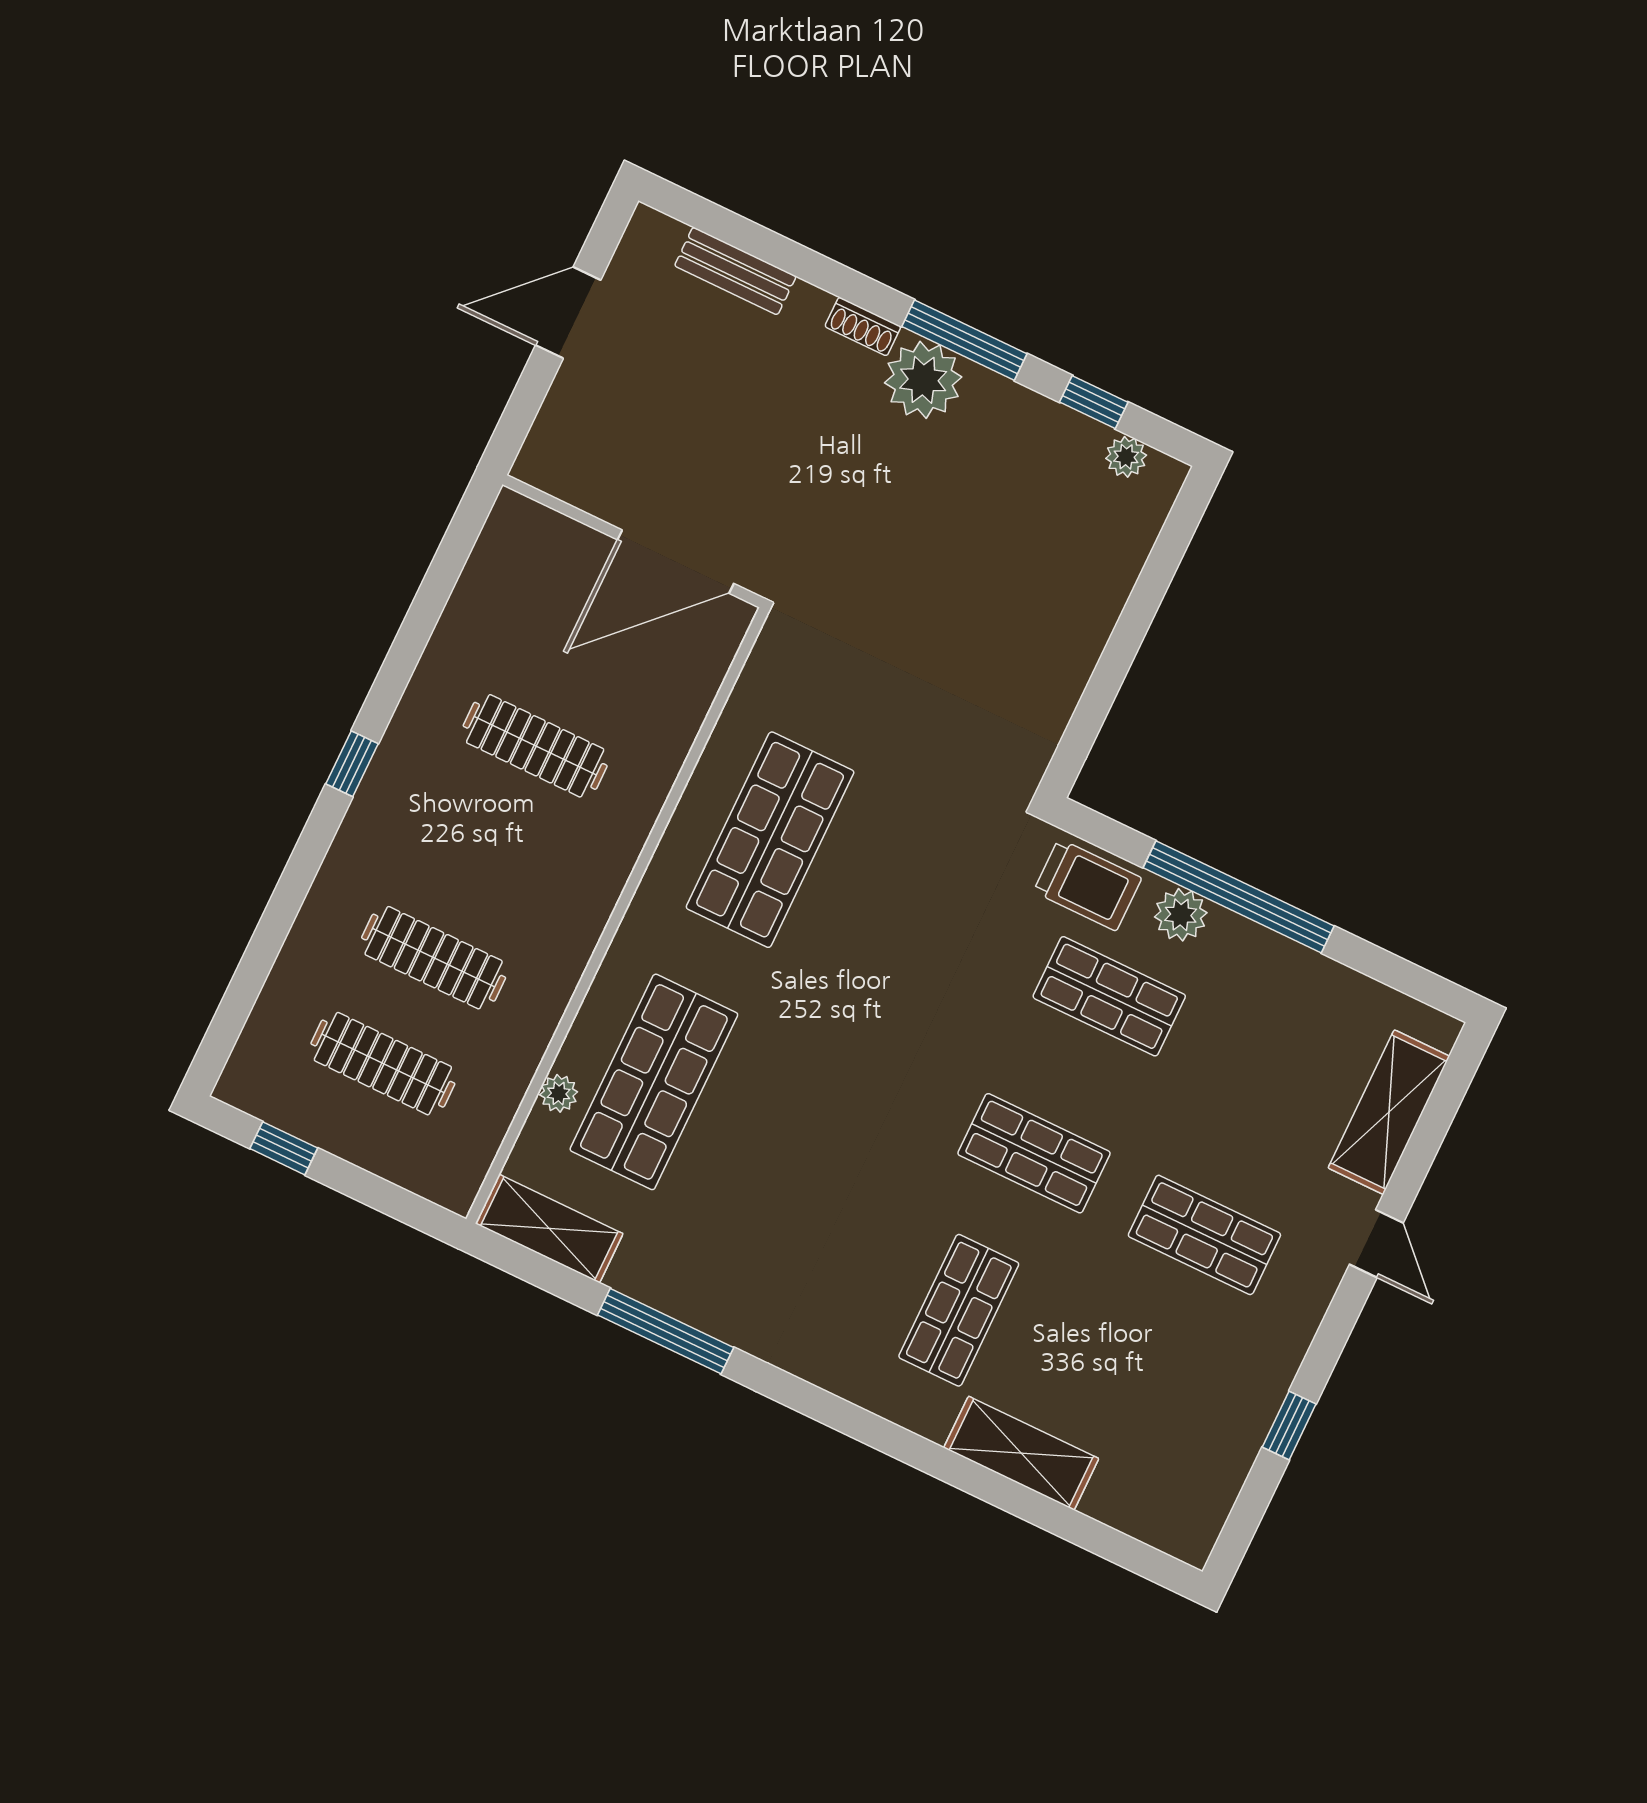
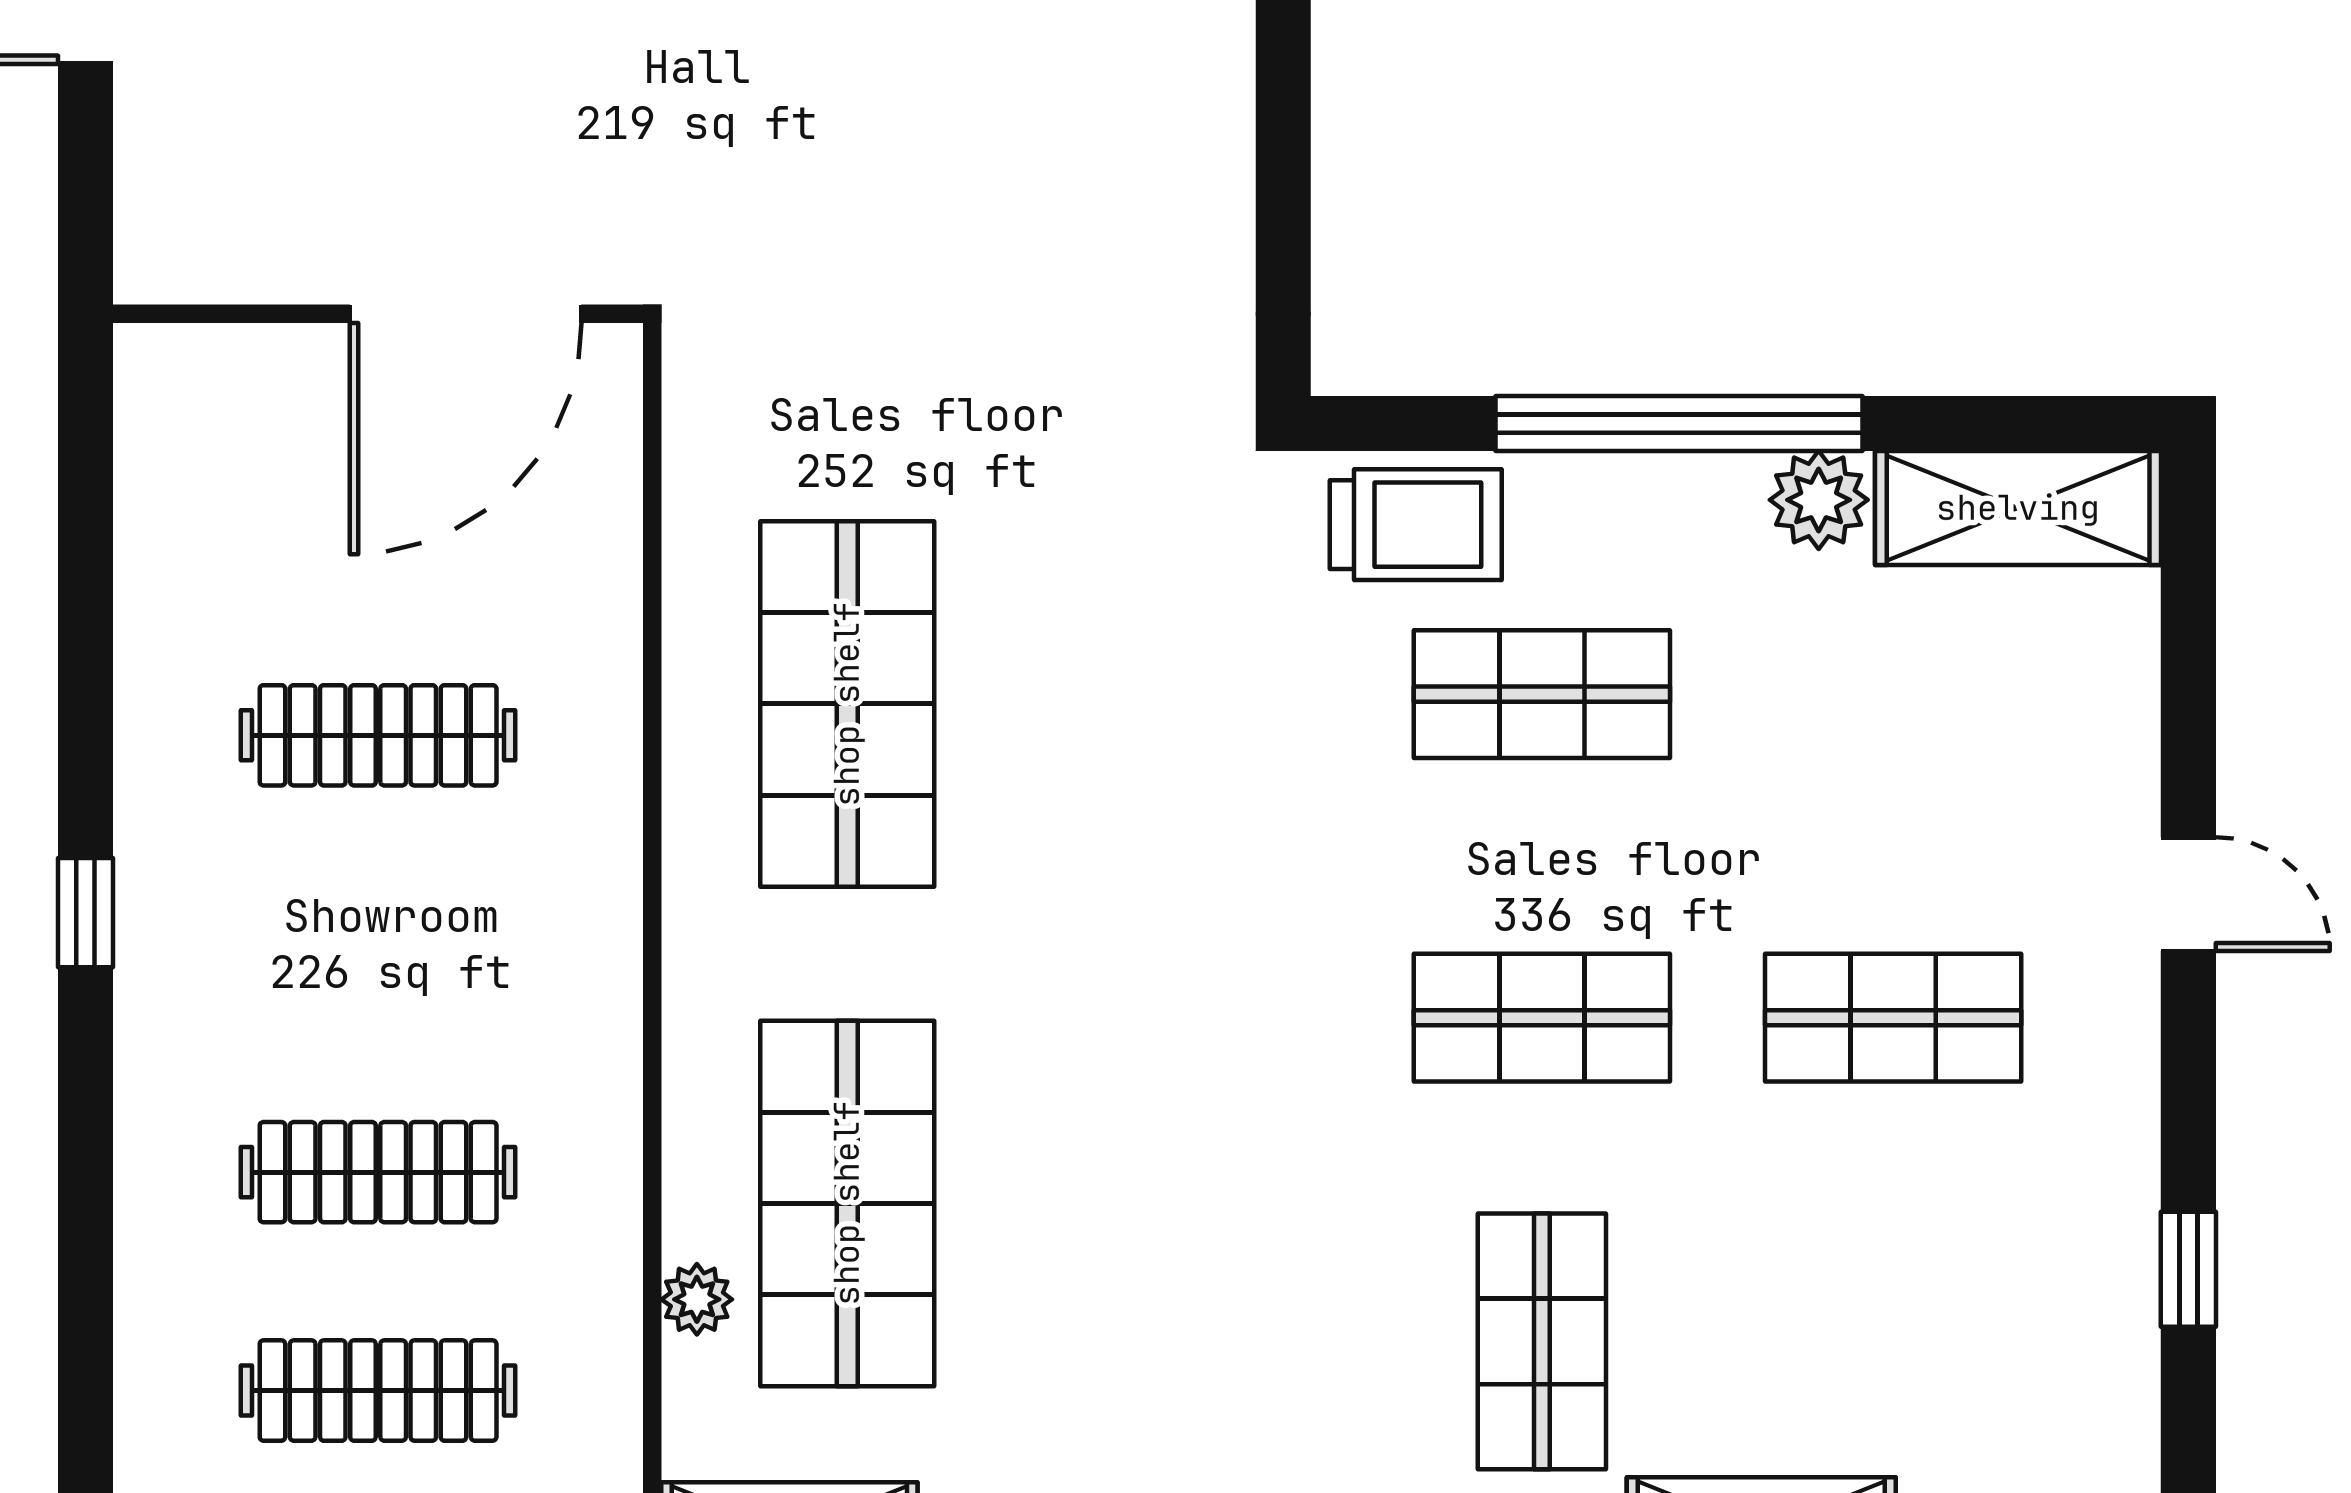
plant: (1181, 915) -> (1819, 500), moved
shelving: (1389, 1112) -> (2018, 508), moved, turned 90

